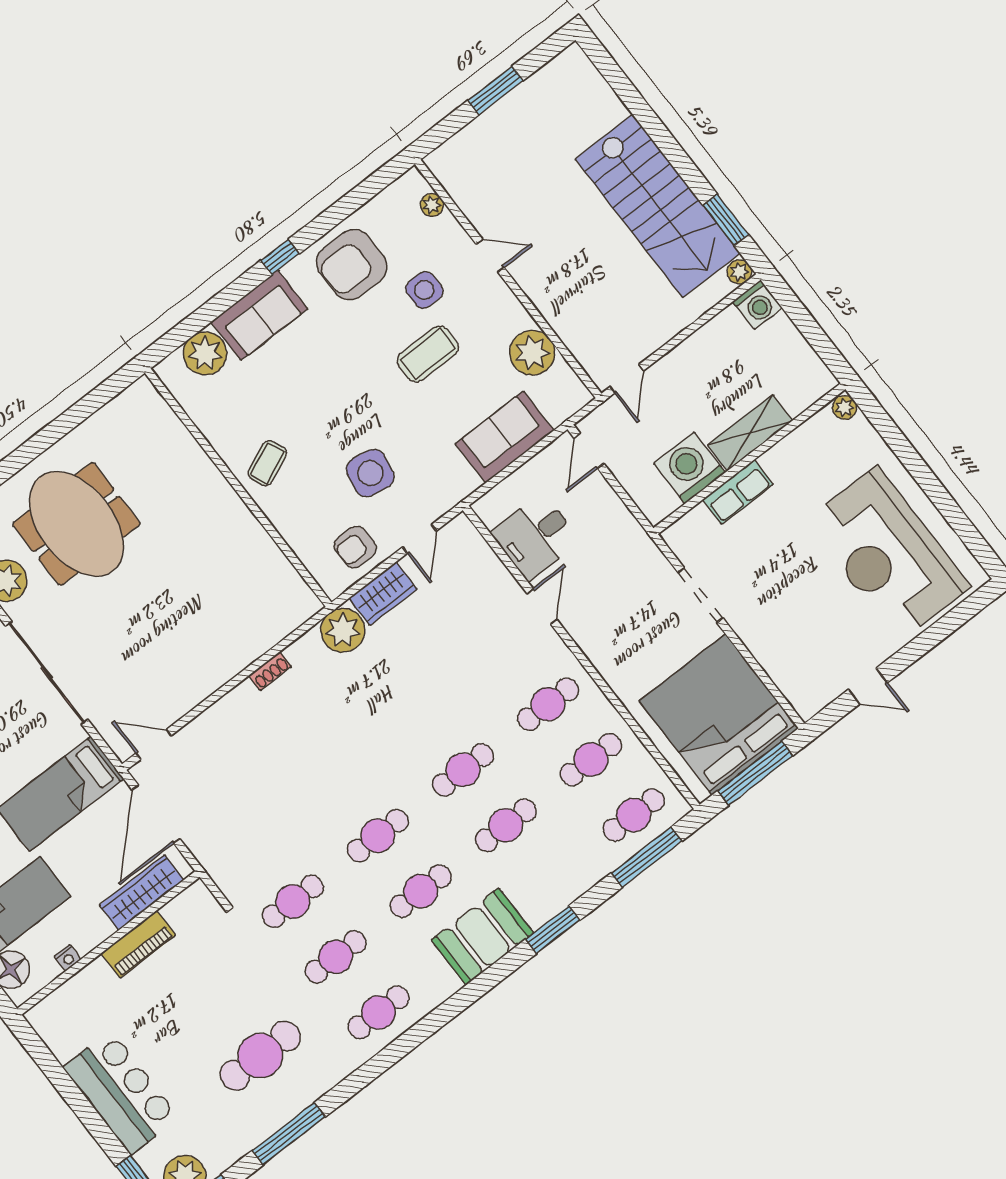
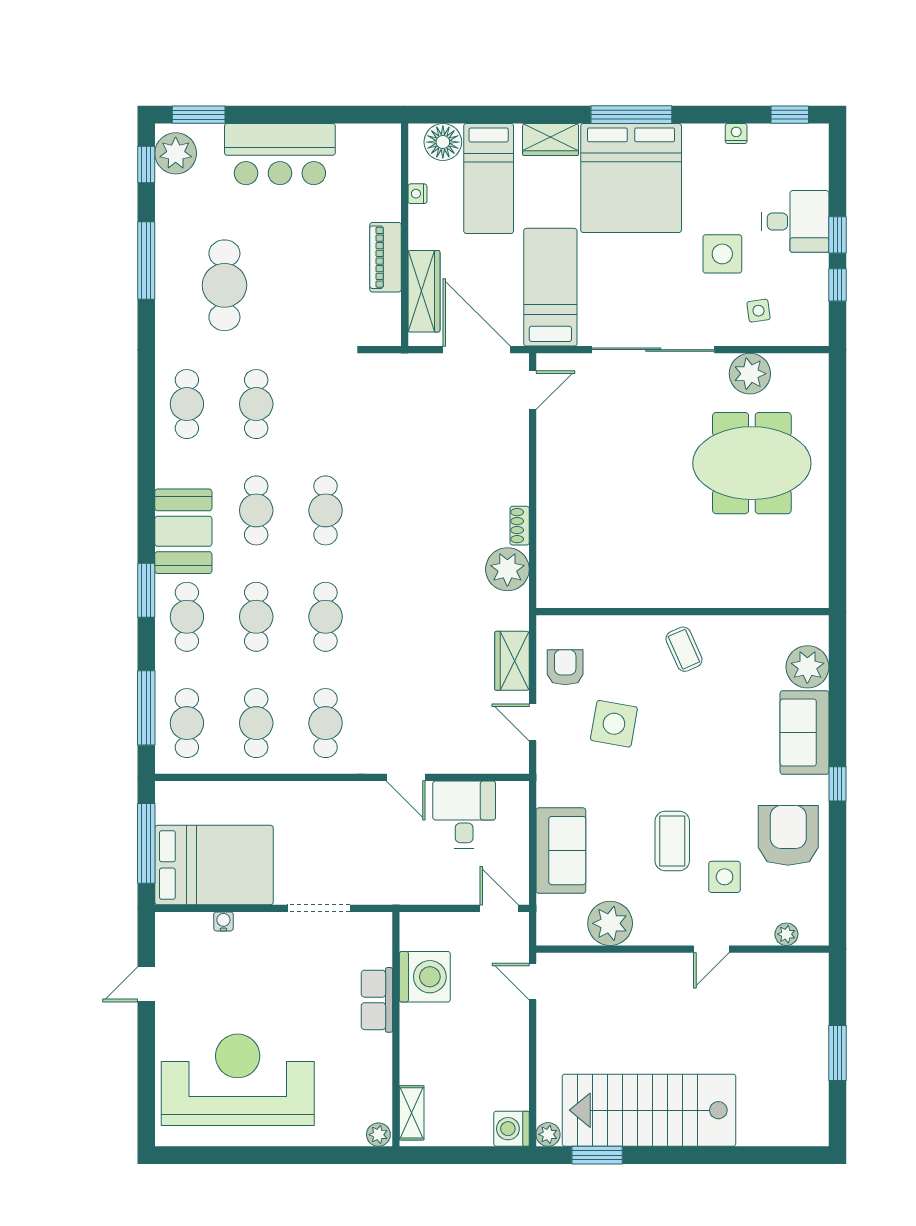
shelving: (750, 433) -> (412, 1113), moved, width x0.67, depth x0.75
plant: (343, 630) -> (507, 569), moved
water cooler: (770, 663) -> (223, 921), added
bed: (719, 715) -> (214, 865), width x0.73
cafe table: (293, 901) -> (187, 617), moved

